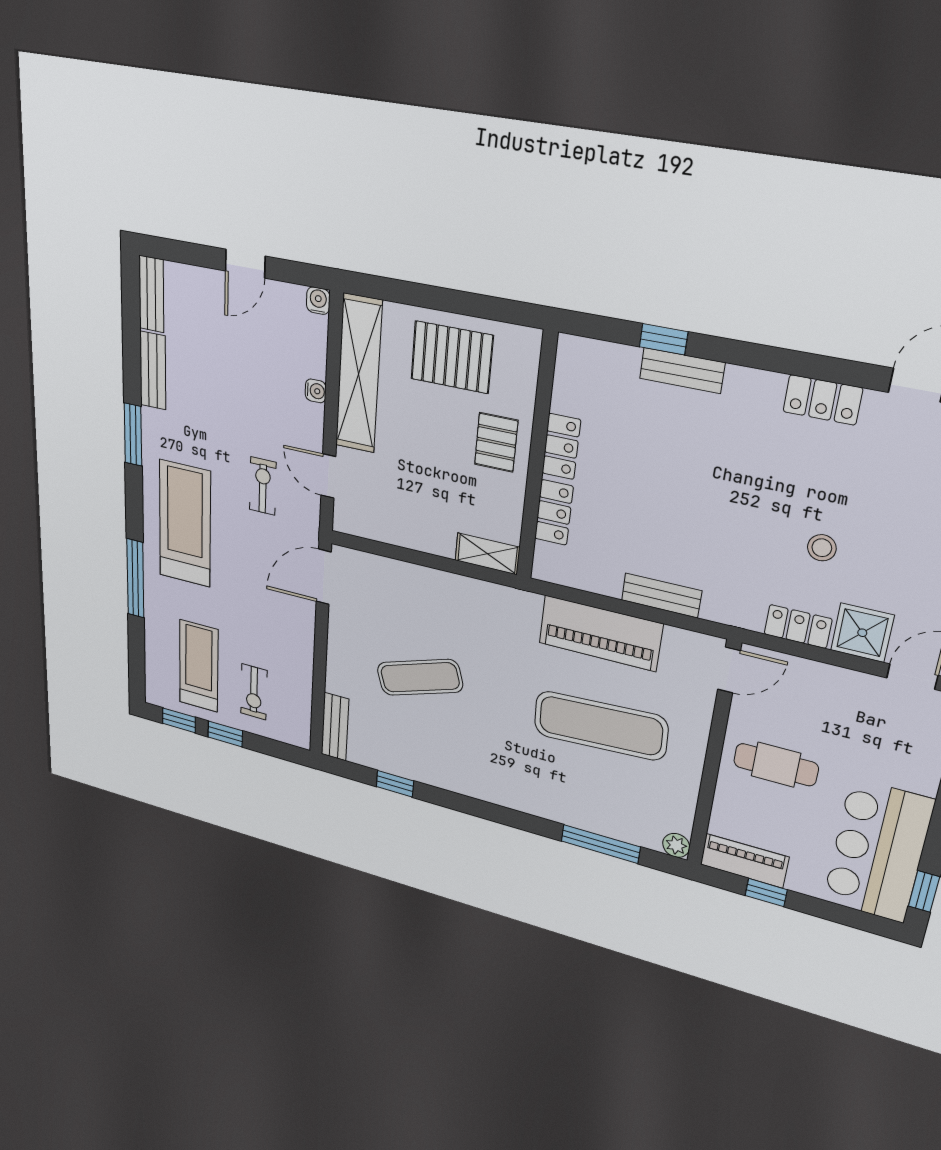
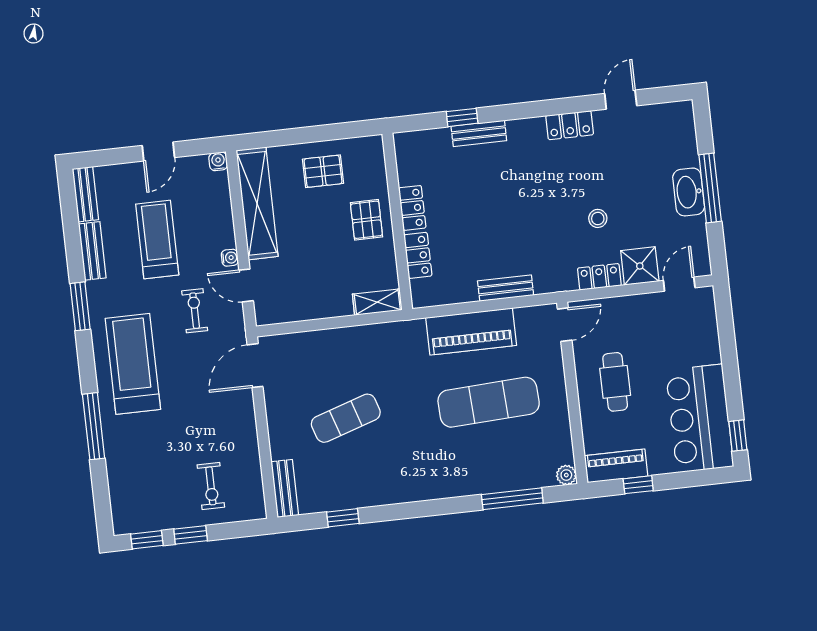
pallet: (452, 357) -> (323, 171), width x0.67, depth x0.71
water cooler: (316, 391) -> (230, 258), moved
treadmill: (199, 666) -> (157, 240), moved
cafe table: (776, 765) -> (615, 382), turned 90

